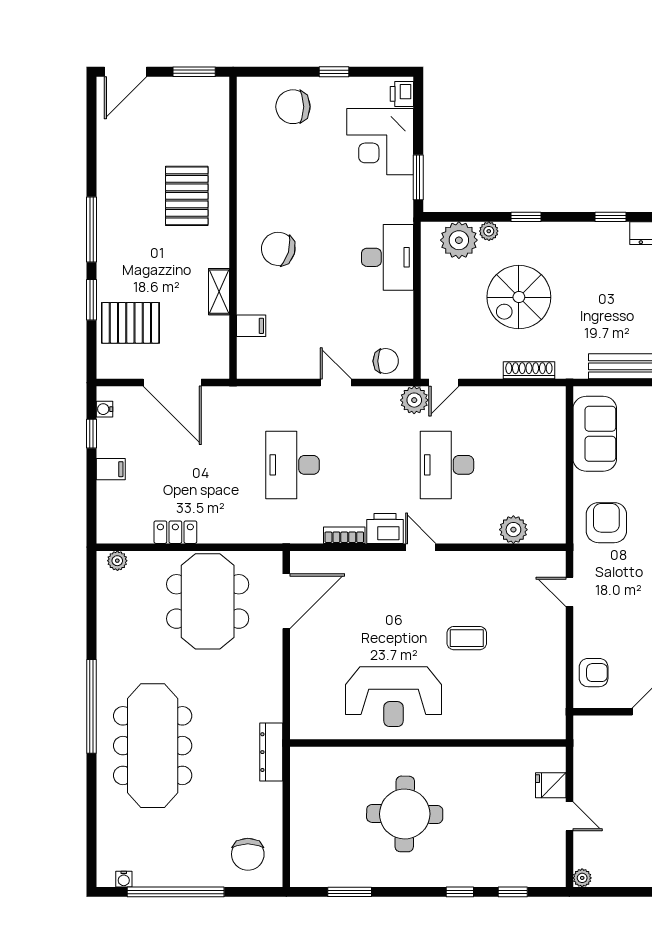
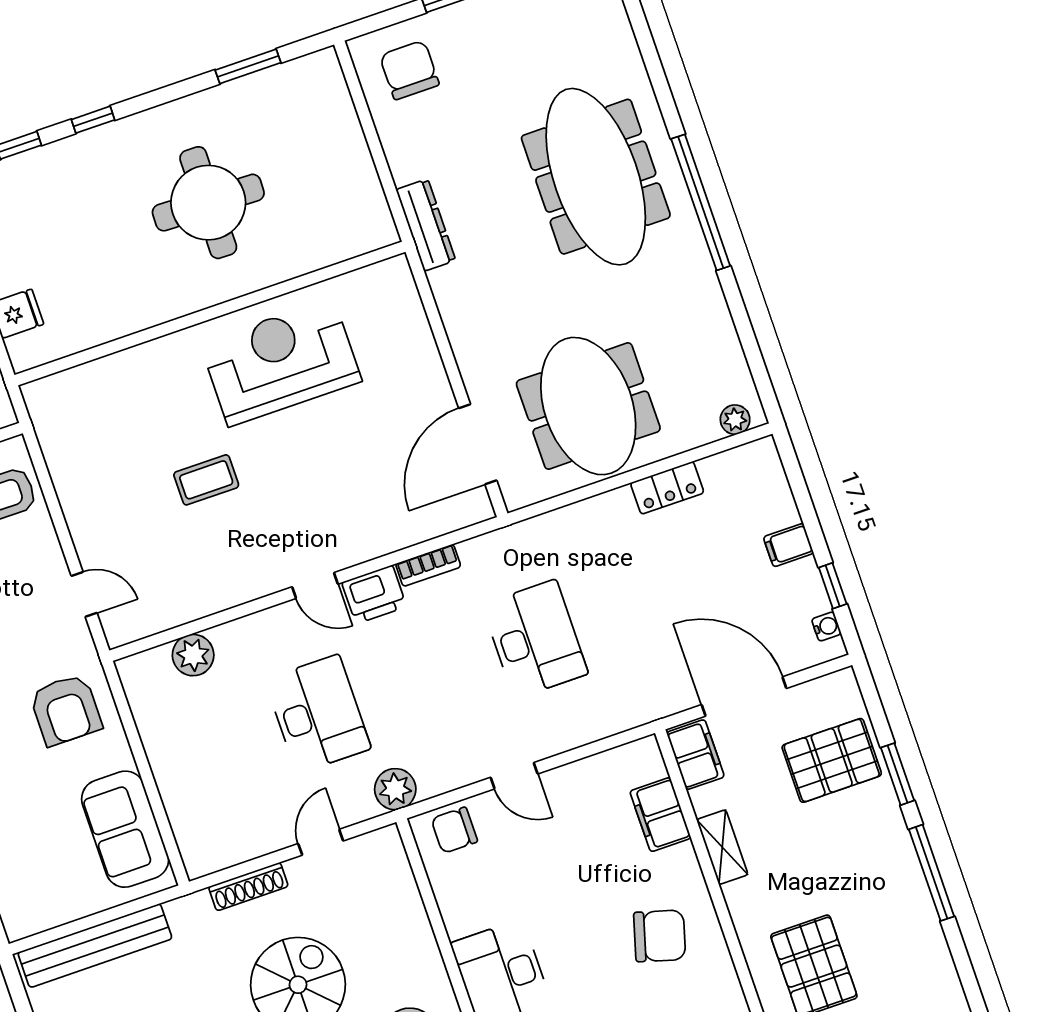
filing cabinet: (251, 326) -> (660, 815), width x2.00
filing cabinet: (216, 356) -> (696, 755), added
door: (444, 383) -> (321, 842), moved

